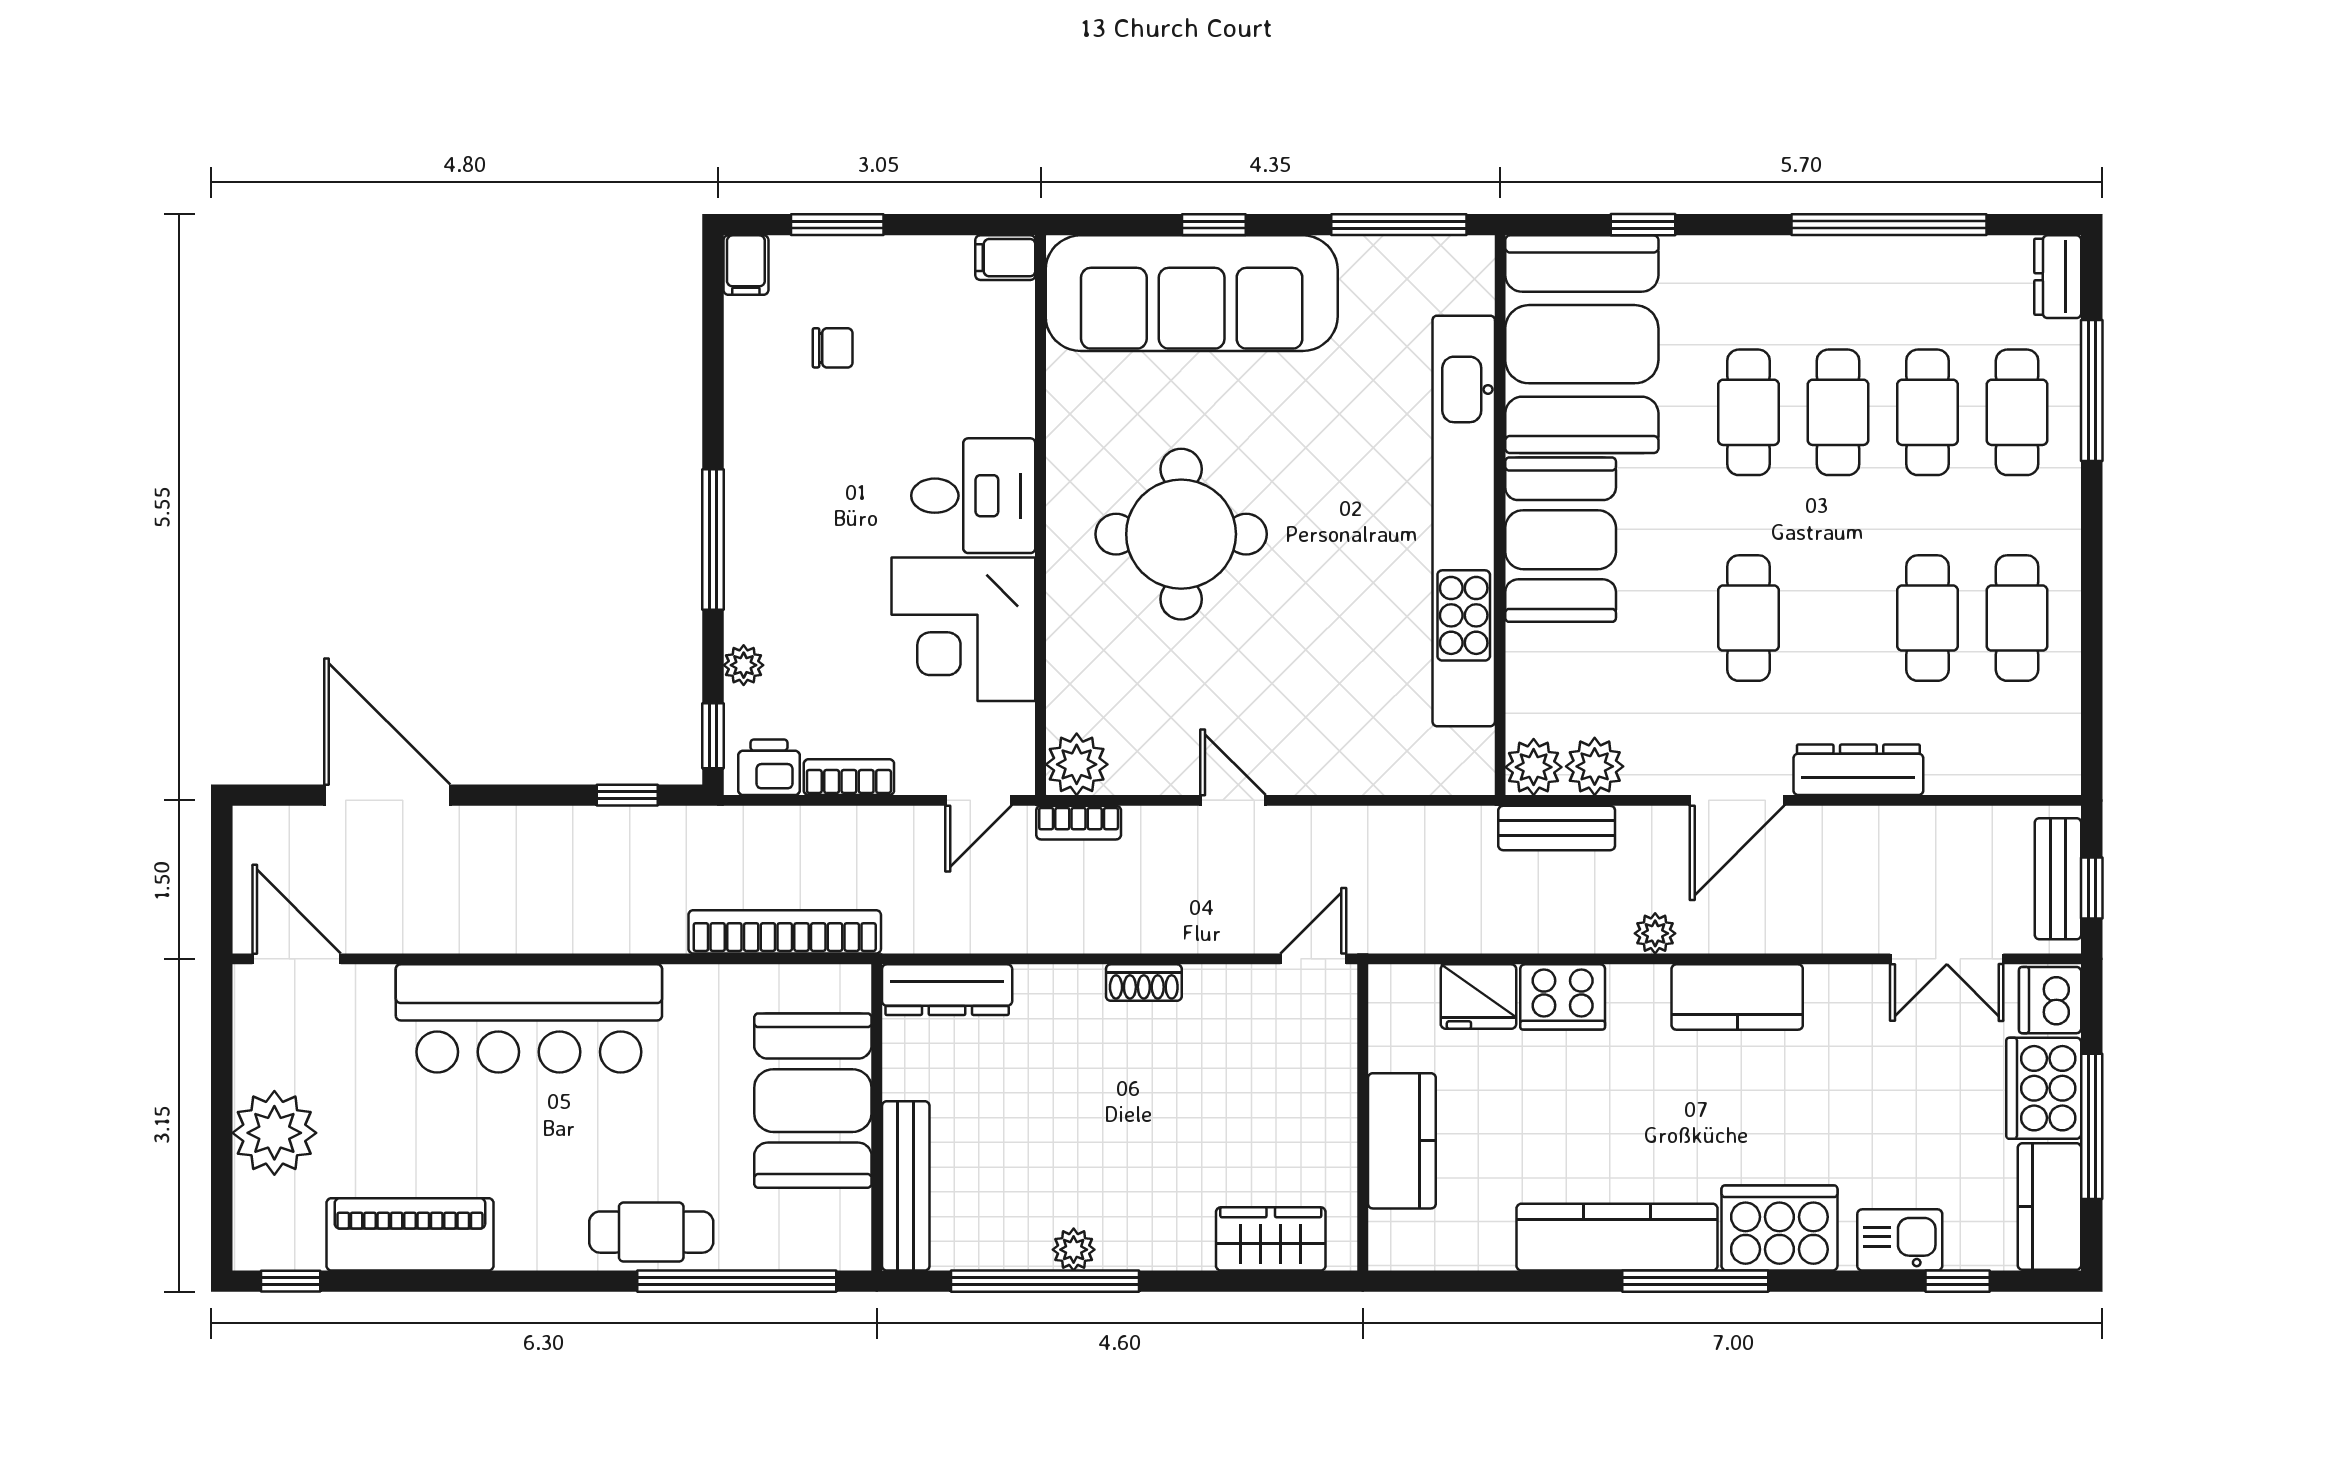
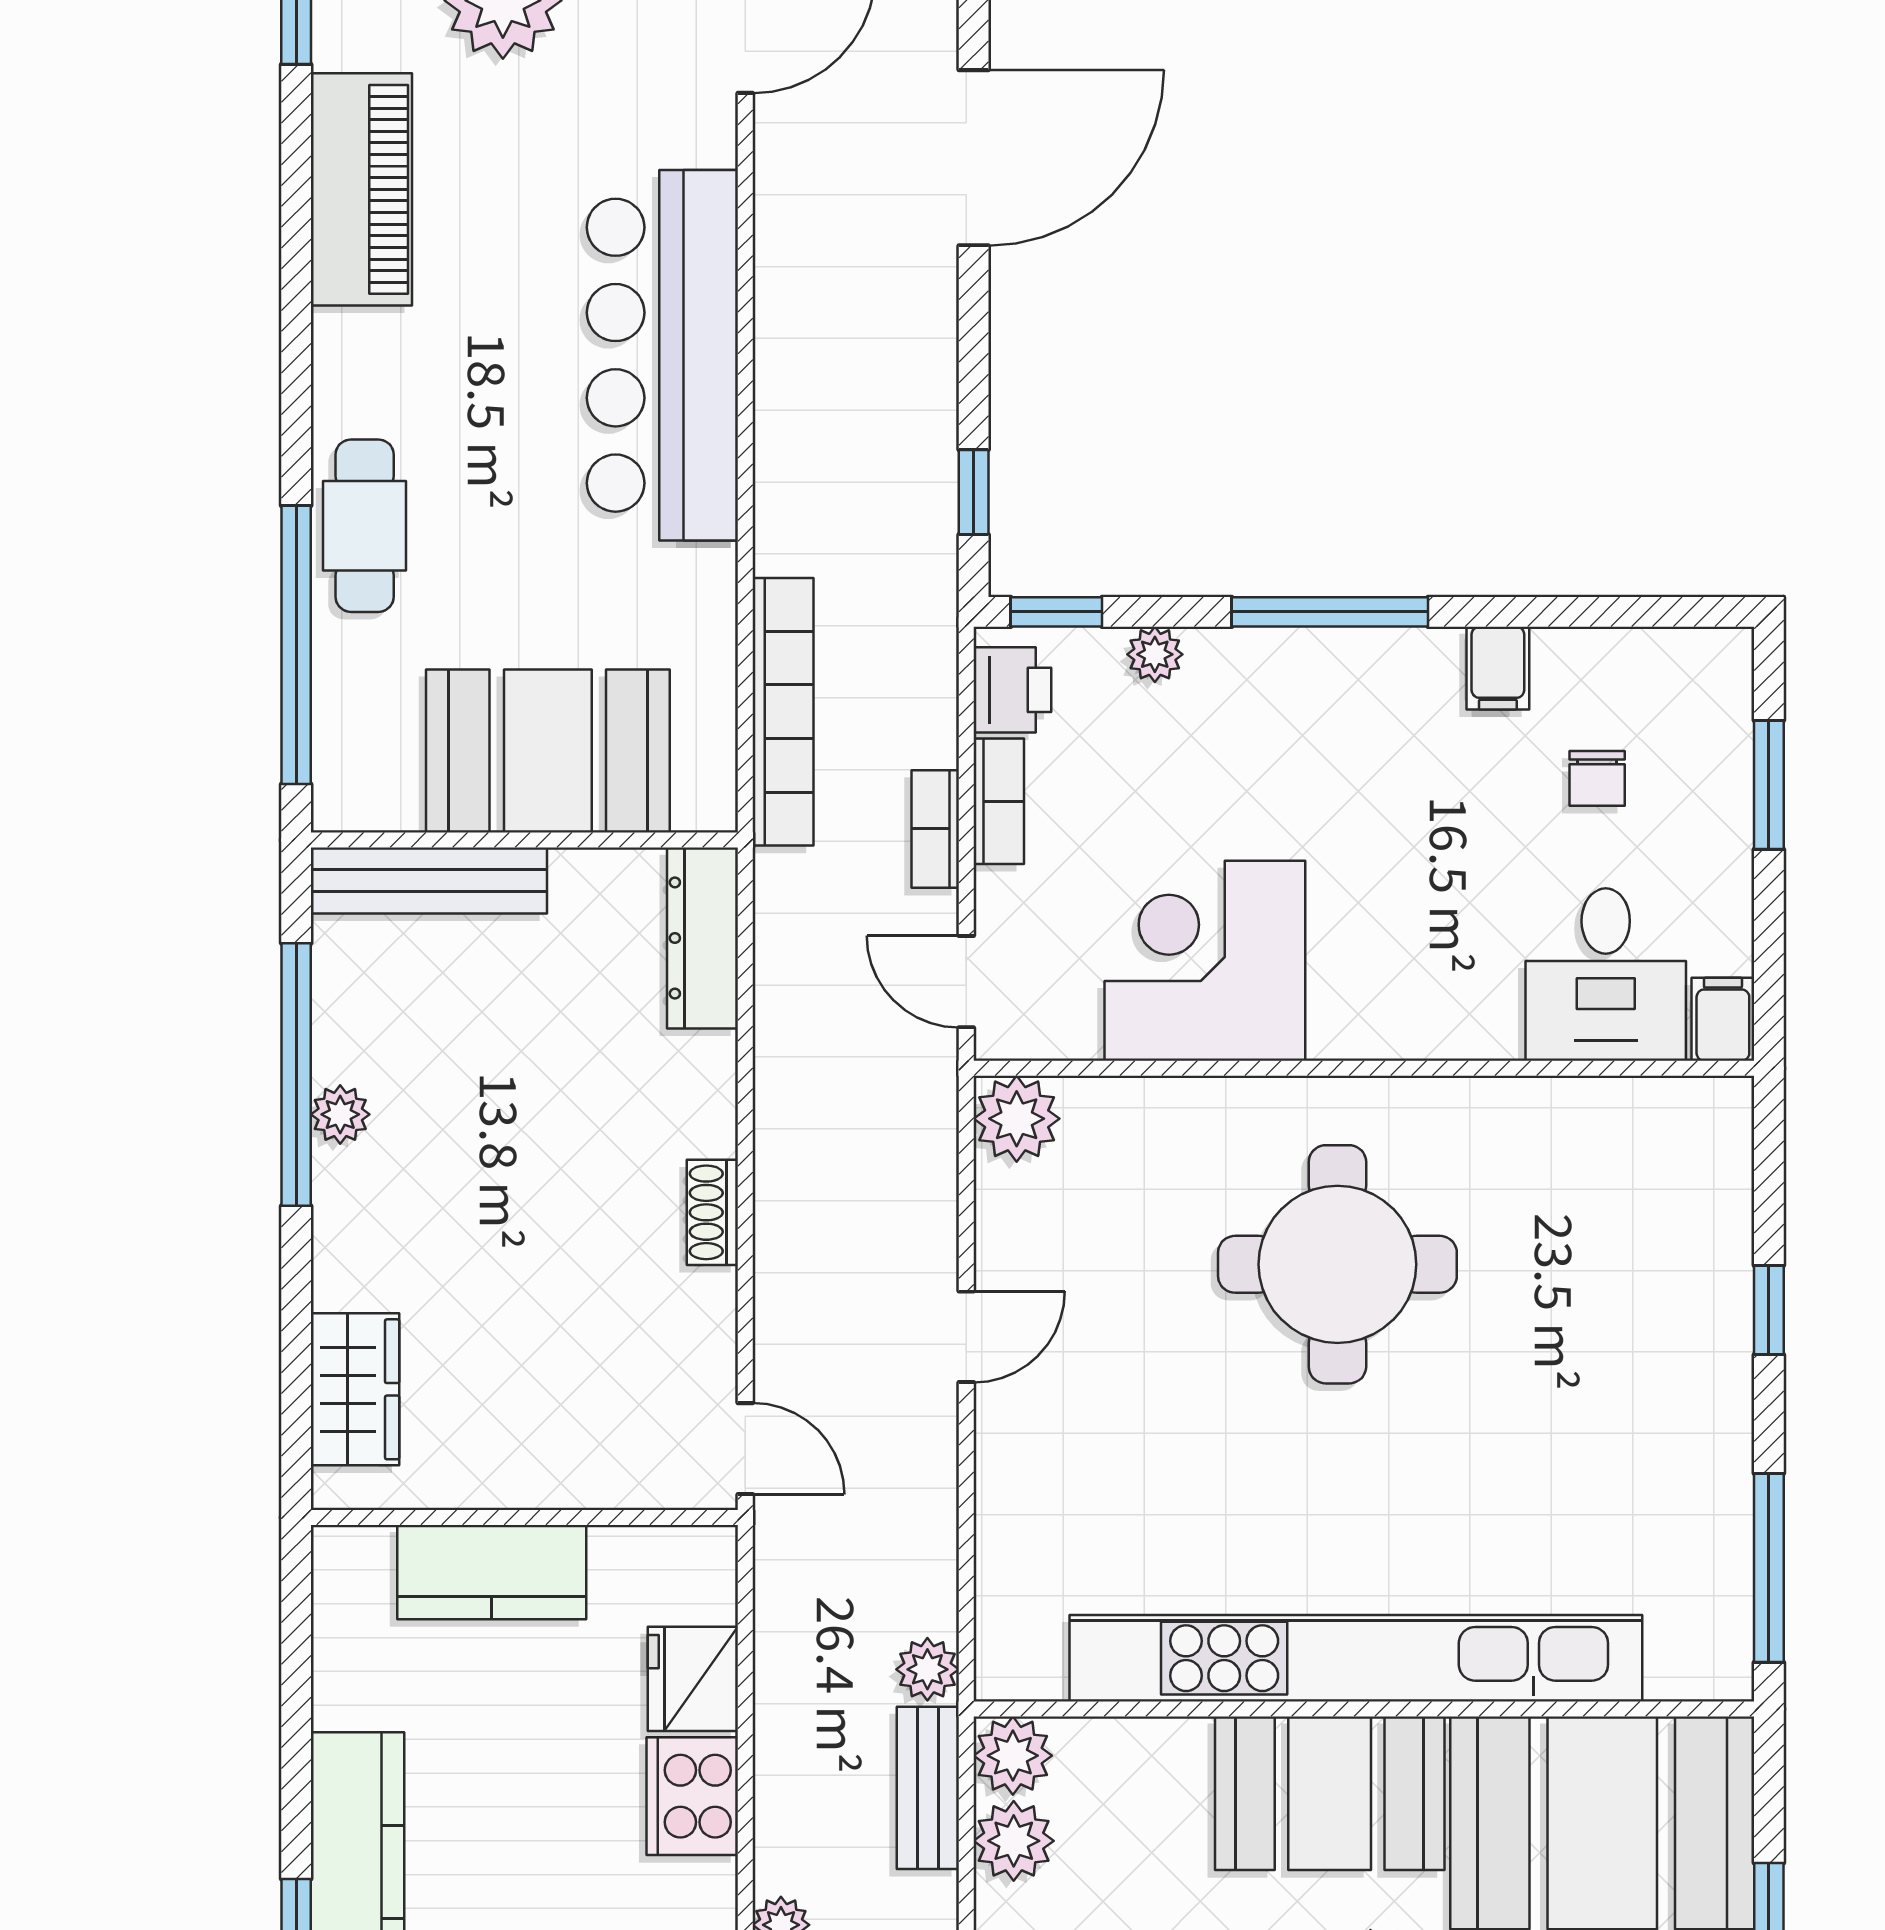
filing cabinet: (746, 265) -> (1498, 668), moved, turned -90
sofa: (1192, 293) -> (1673, 1279), removed
desk: (973, 496) -> (1606, 975), moved
bookcase: (1079, 823) -> (935, 829), moved
plant: (1472, 828) -> (927, 1669), added

